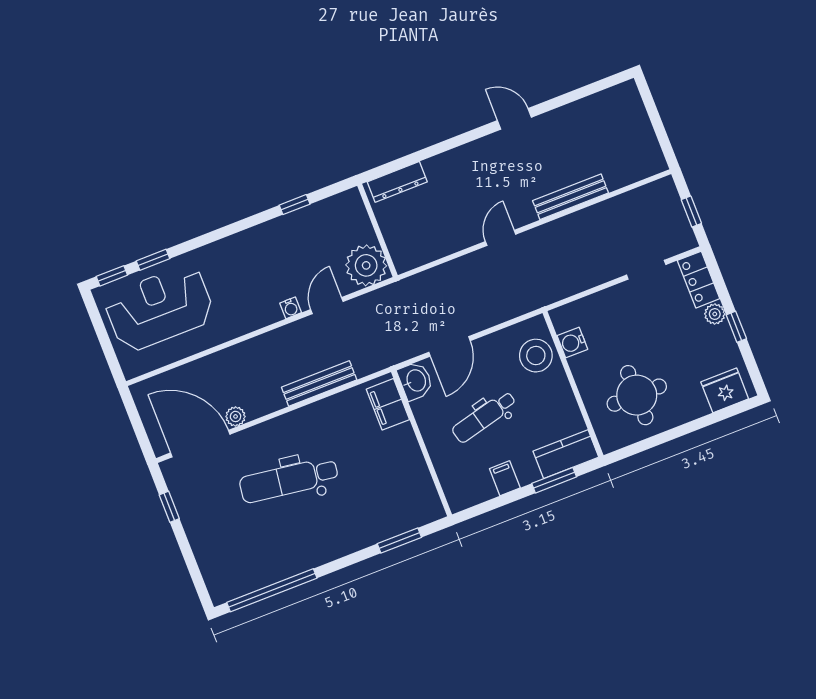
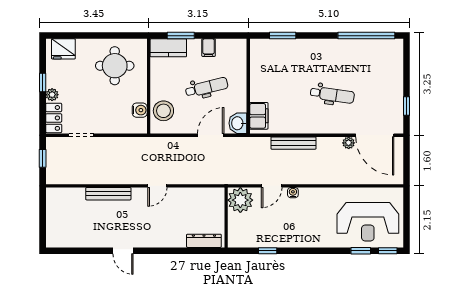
dental chair: (289, 480) -> (332, 95), width x0.73, depth x0.72

